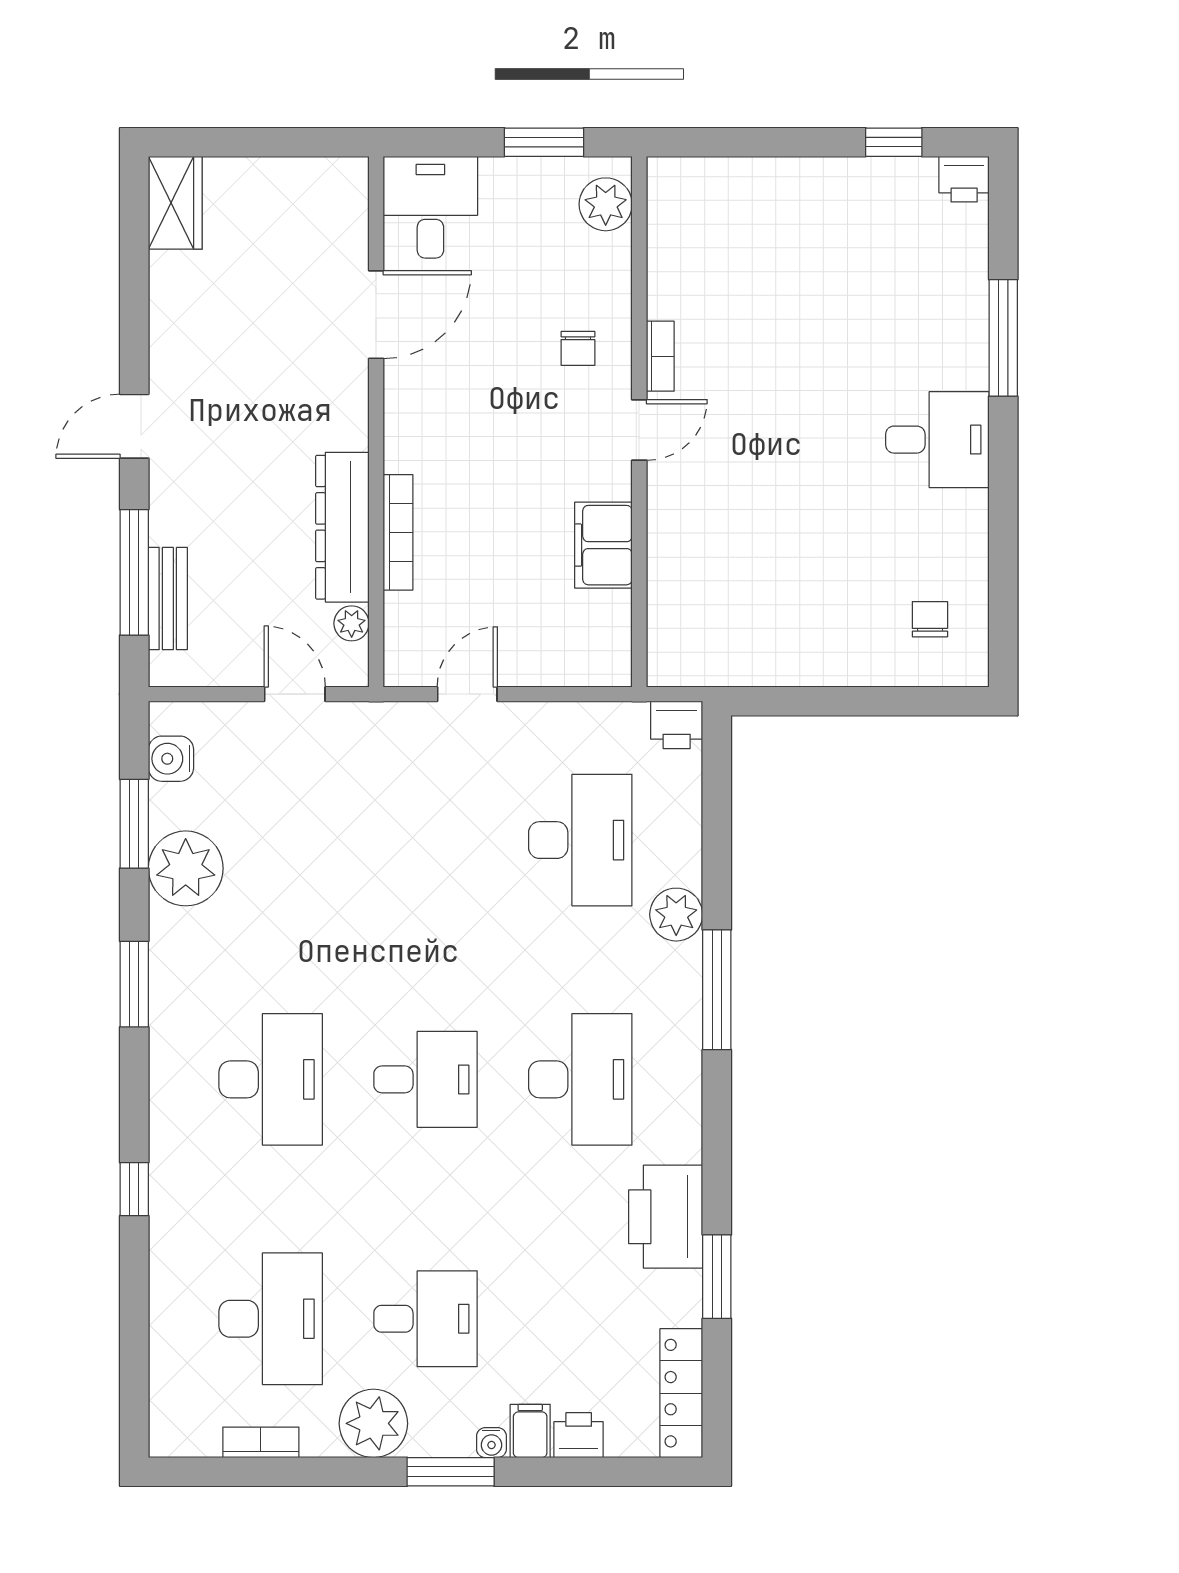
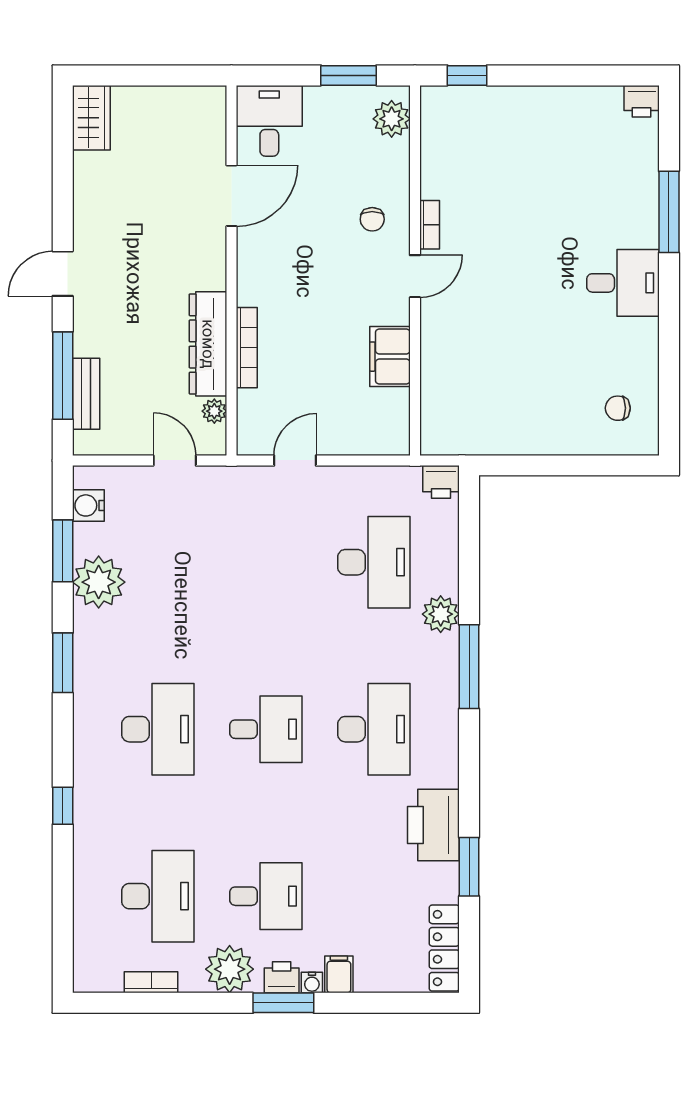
window: (894, 142) -> (467, 75), moved
chair: (930, 619) -> (618, 408), turned -90
printer: (579, 1435) -> (282, 977), moved

